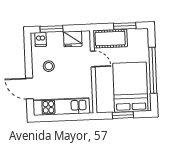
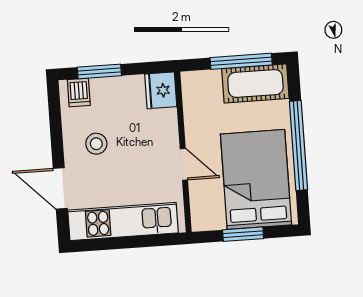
window: (125, 26) -> (241, 61), width x1.44
fridge: (73, 39) -> (161, 90), moved, turned 90
cot: (110, 39) -> (255, 84), moved
door: (93, 59) -> (184, 164), moved

